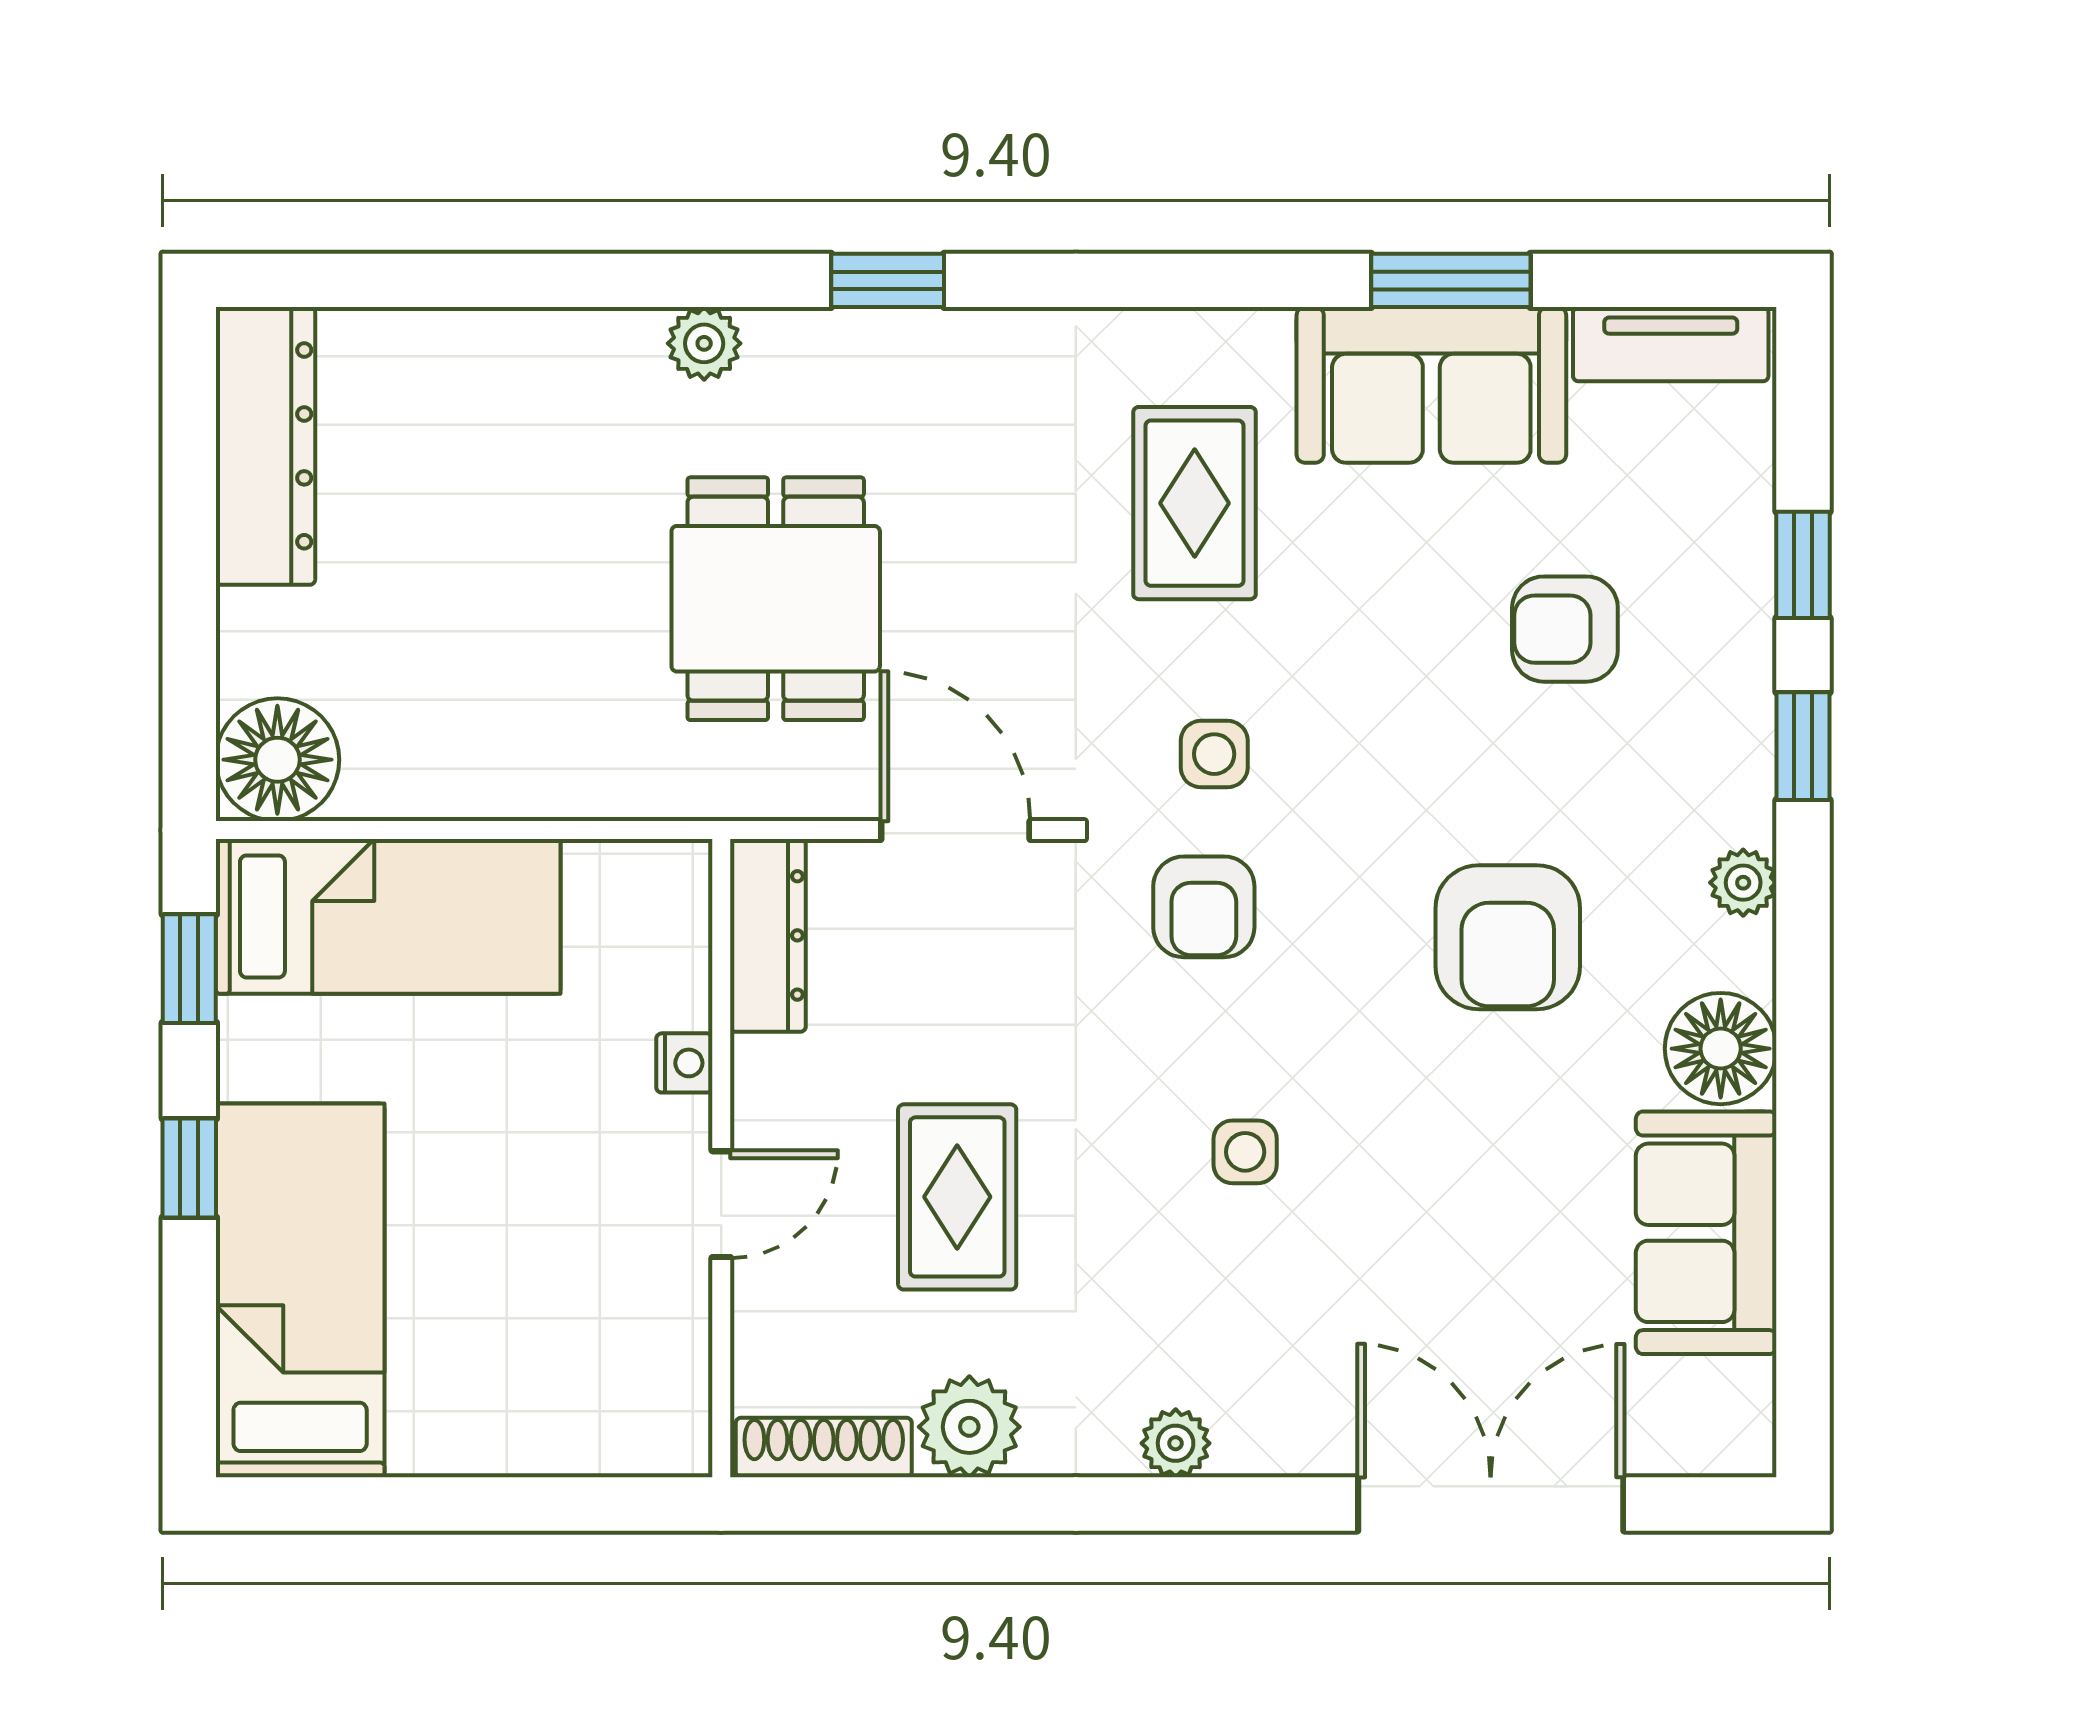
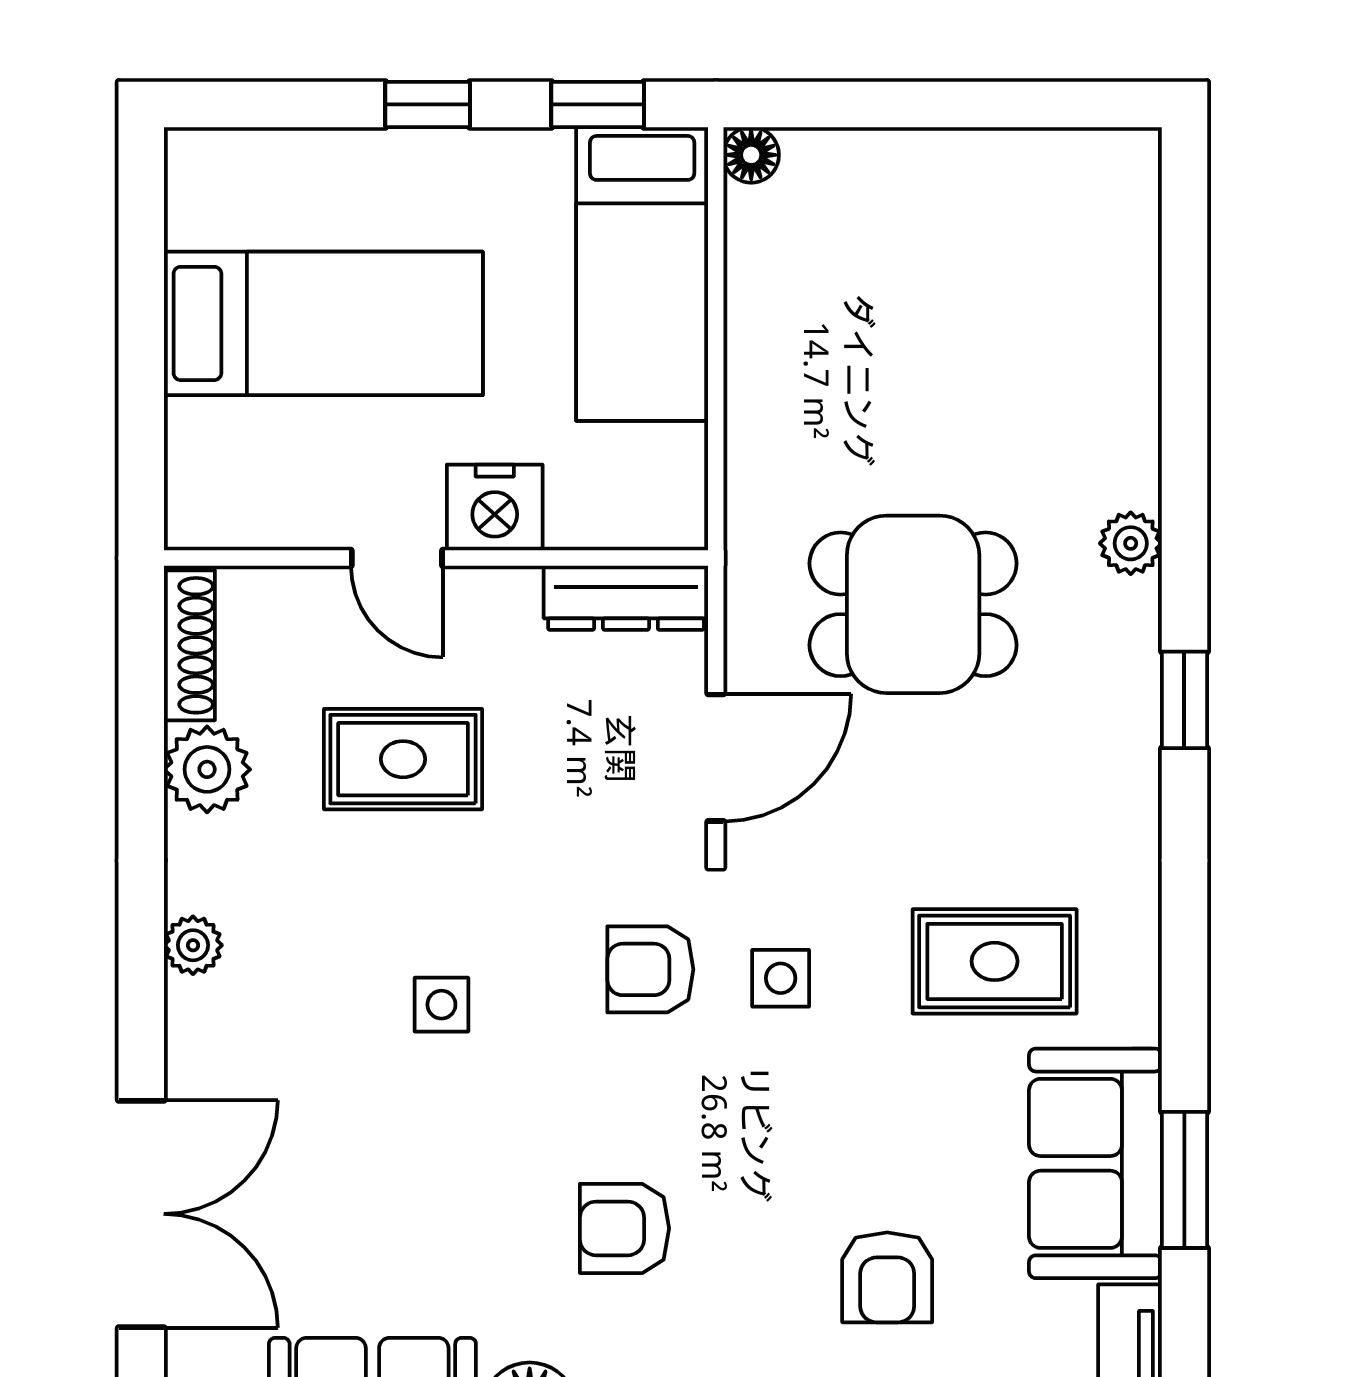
dresser: (266, 446) -> (1043, 169), removed
armchair: (1565, 629) -> (887, 1277), turned 180
floor lamp: (277, 760) -> (751, 155), width x0.53, depth x0.53
armchair: (1508, 937) -> (624, 1228), width x0.72, depth x0.72
nightstand: (684, 1063) -> (495, 507), width x1.89, depth x1.79
bed: (300, 1290) -> (323, 323), moved

